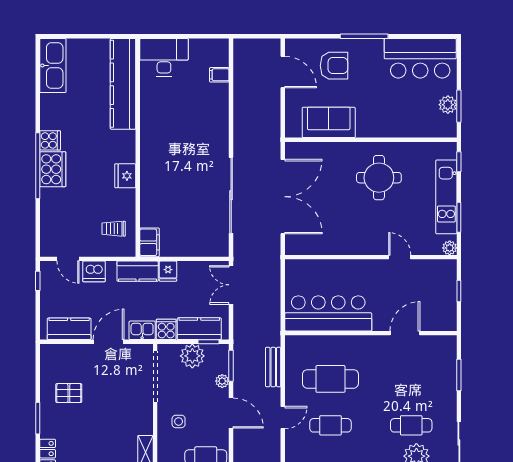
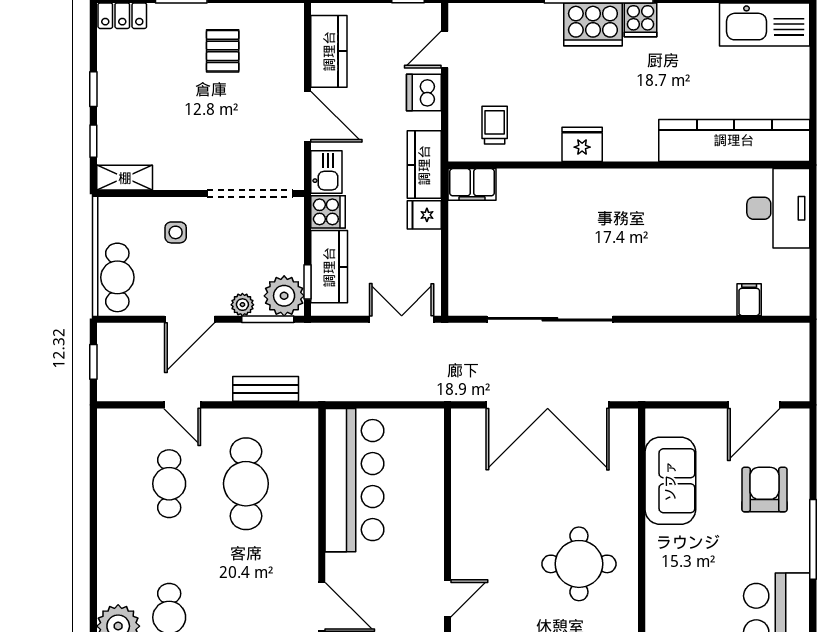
armchair: (334, 66) -> (764, 490), turned 180
plant: (192, 356) -> (284, 296), moved

